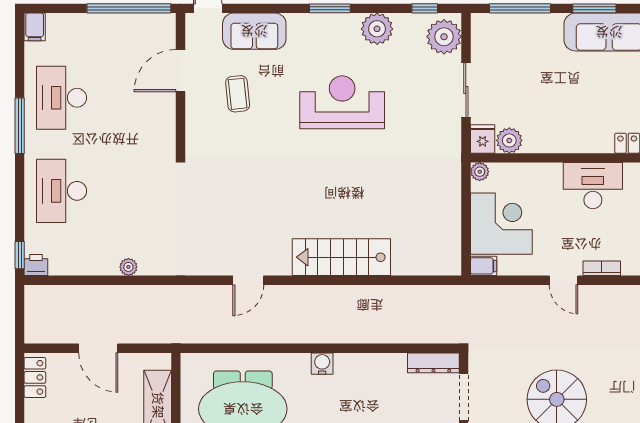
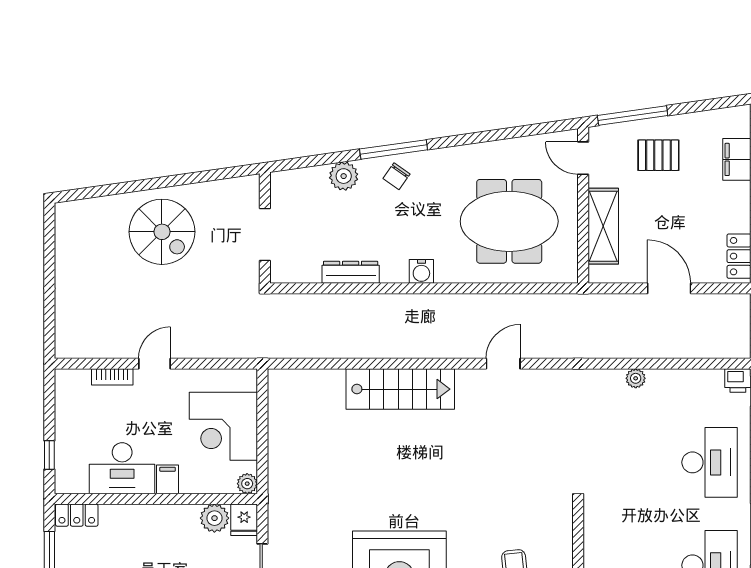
filing cabinet: (484, 266) -> (168, 479), moved, turned 90
door: (564, 280) -> (155, 364), hinge flipped
dresser: (433, 363) -> (351, 272), moved

